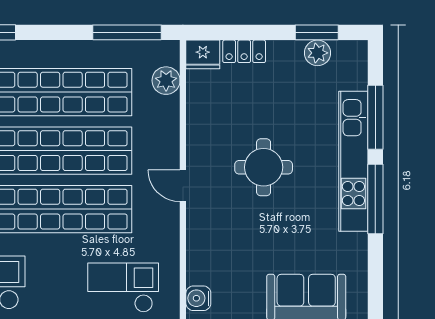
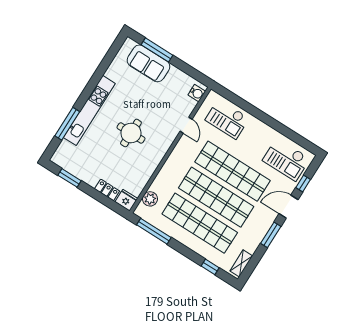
plant: (317, 53) -> (75, 169), removed
door: (183, 186) -> (186, 125), moved
window: (375, 199) -> (90, 87), removed

